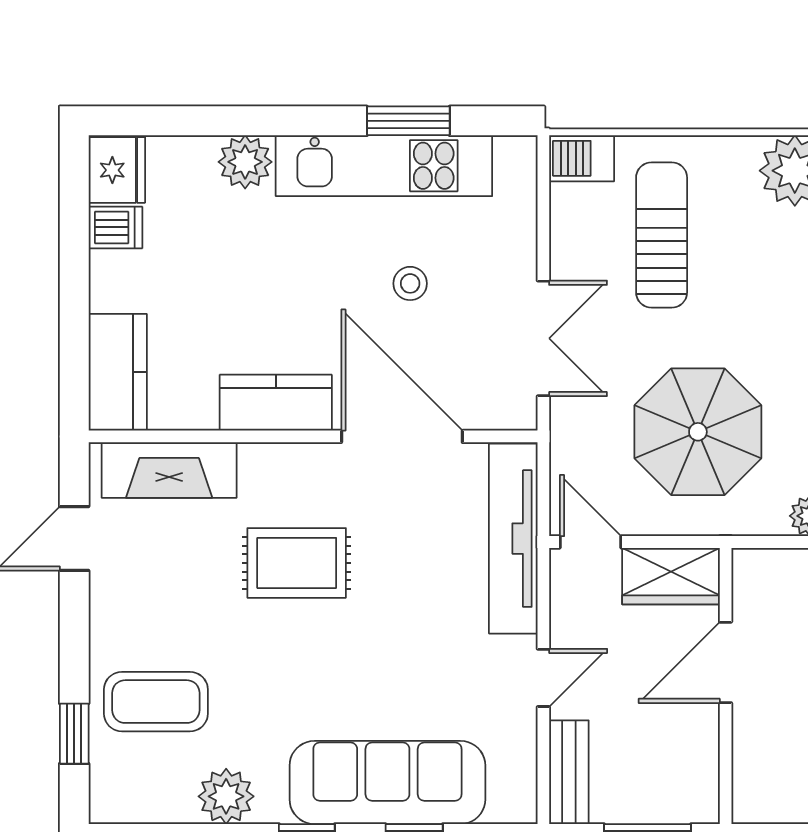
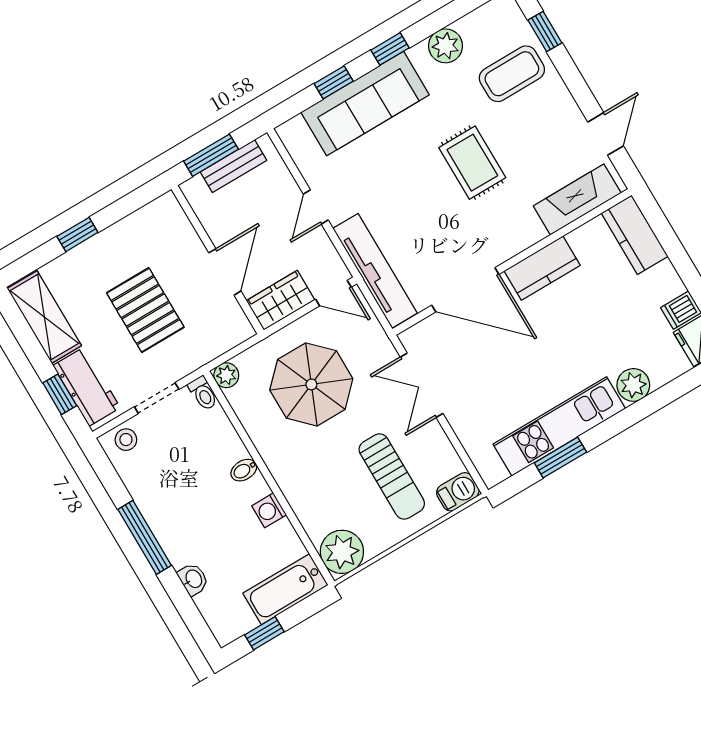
stool: (410, 283) -> (509, 373), removed
rug: (297, 563) -> (472, 163), moved, turned 90
bench: (569, 772) -> (233, 166), moved, turned 90

